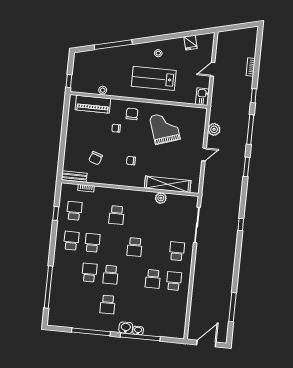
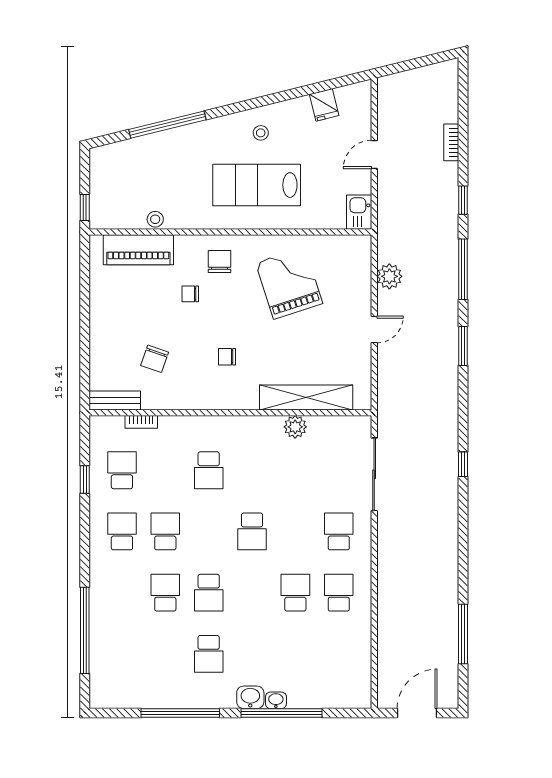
school desk: (153, 279) -> (295, 593), turned 180

